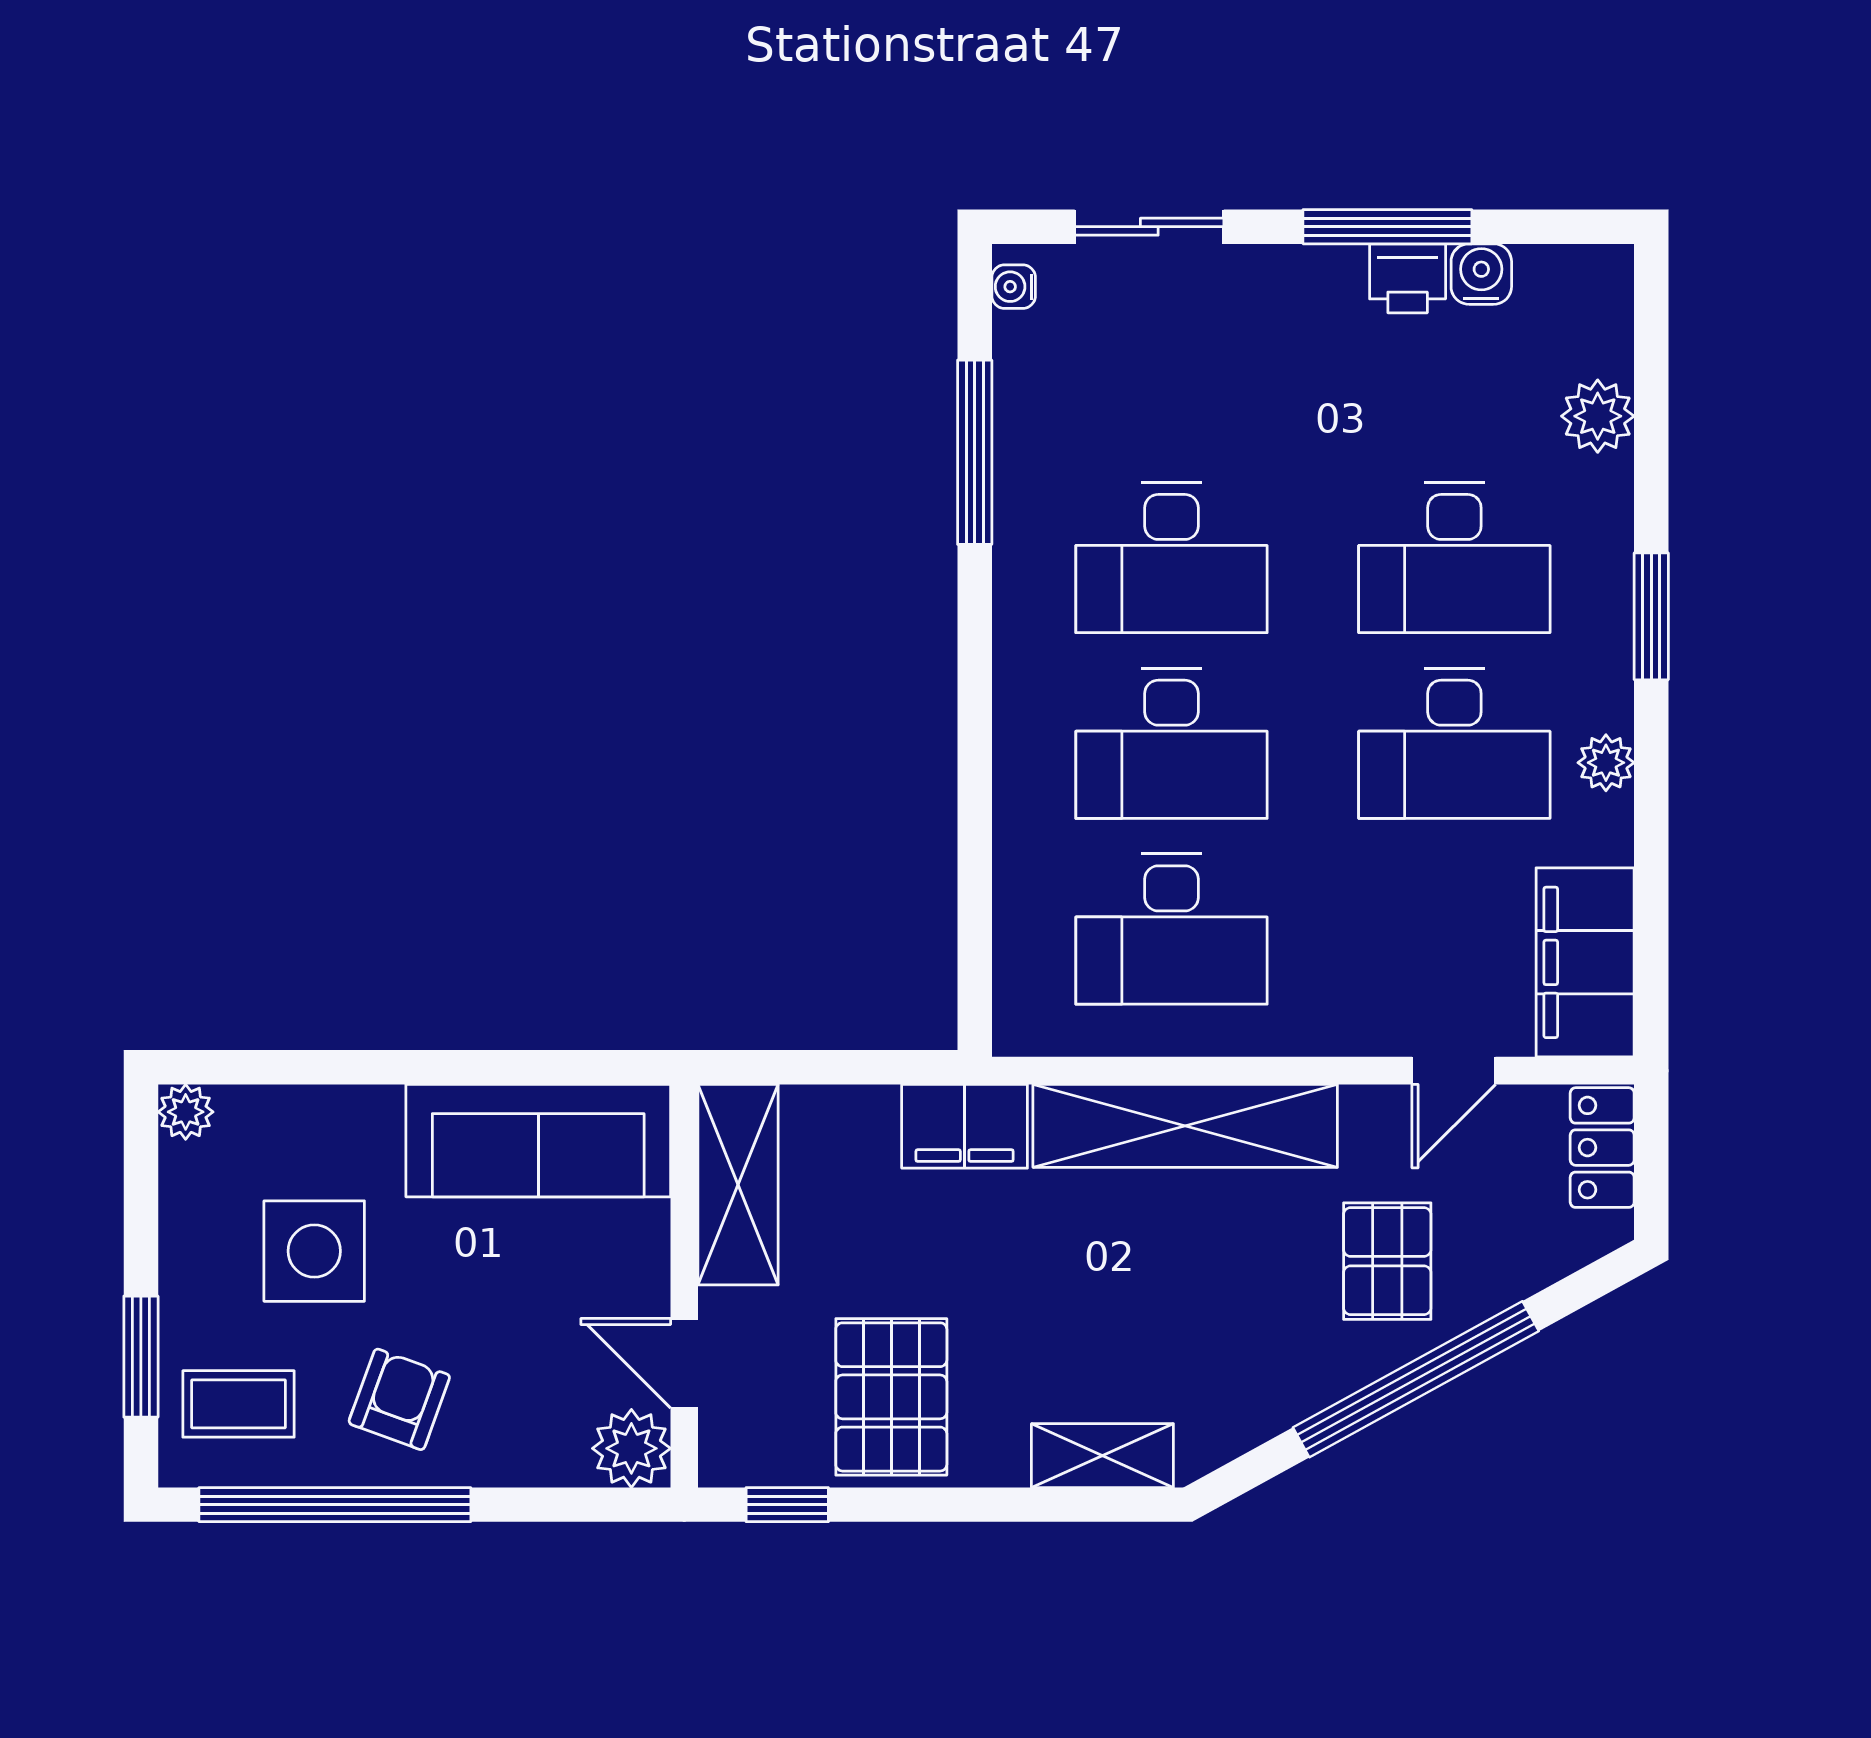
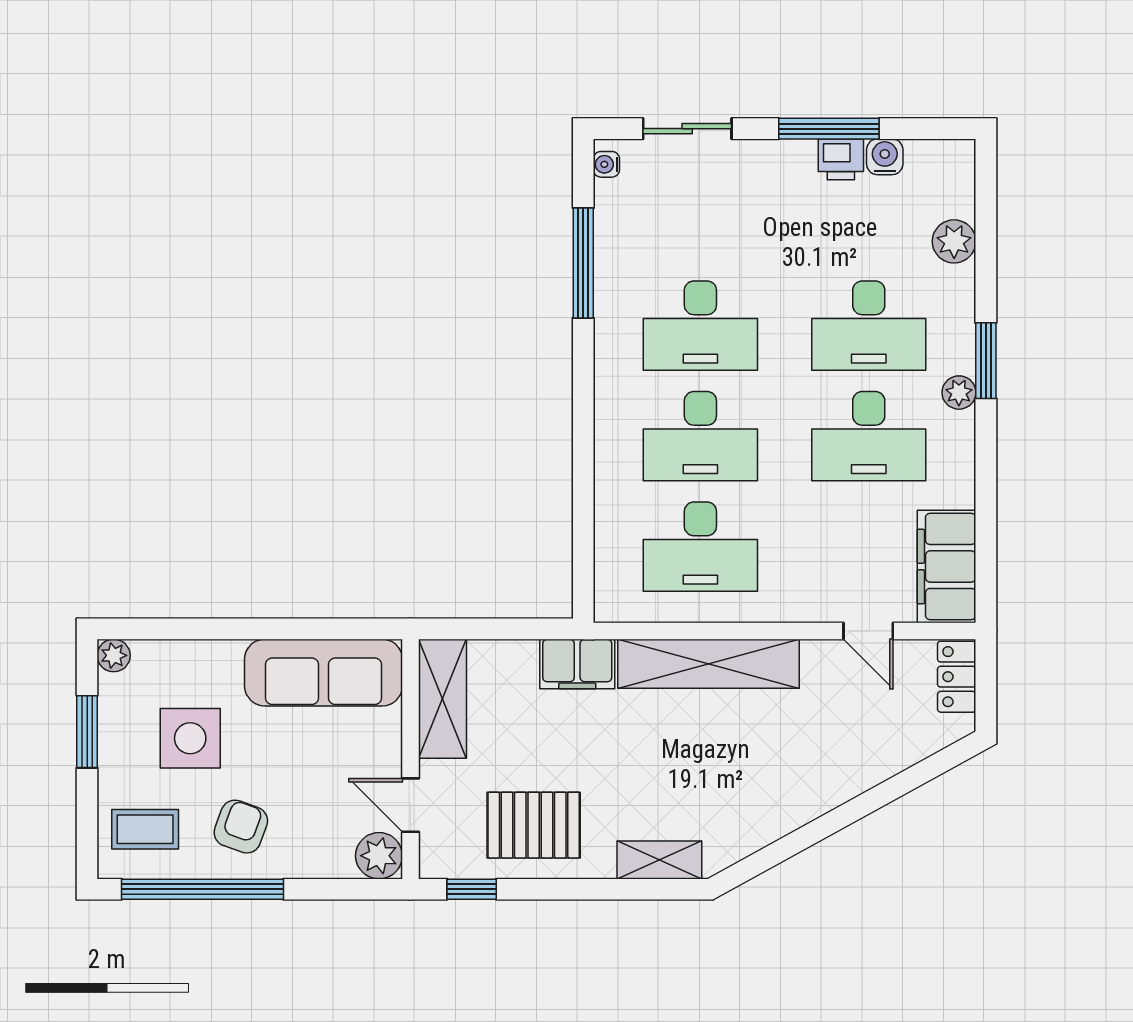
plant: (1606, 763) -> (959, 393), moved
door: (1454, 1071) -> (868, 631), hinge flipped
pallet: (1387, 1261) -> (829, 744), removed
window: (141, 1357) -> (87, 732), moved
window: (1416, 1379) -> (846, 815), removed
pallet: (891, 1397) -> (534, 825), turned 90

